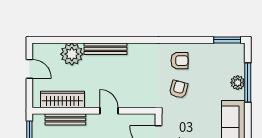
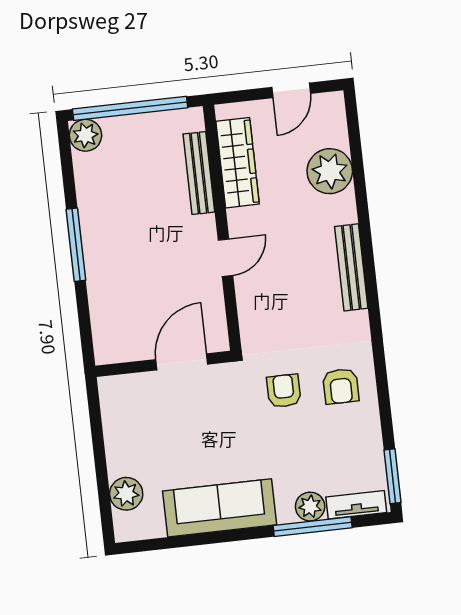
bench: (106, 49) -> (351, 267), moved
tv unit: (239, 60) -> (356, 505), added
armchair: (179, 89) -> (284, 391), turned -105

